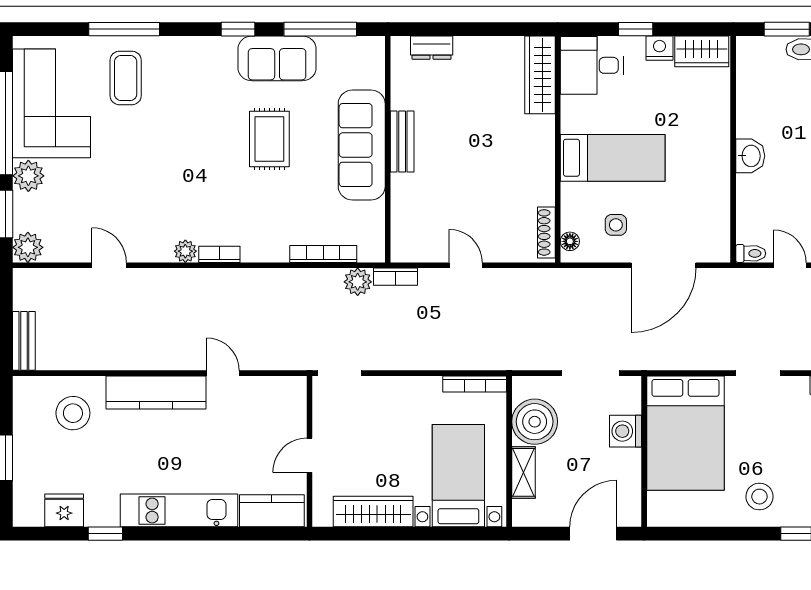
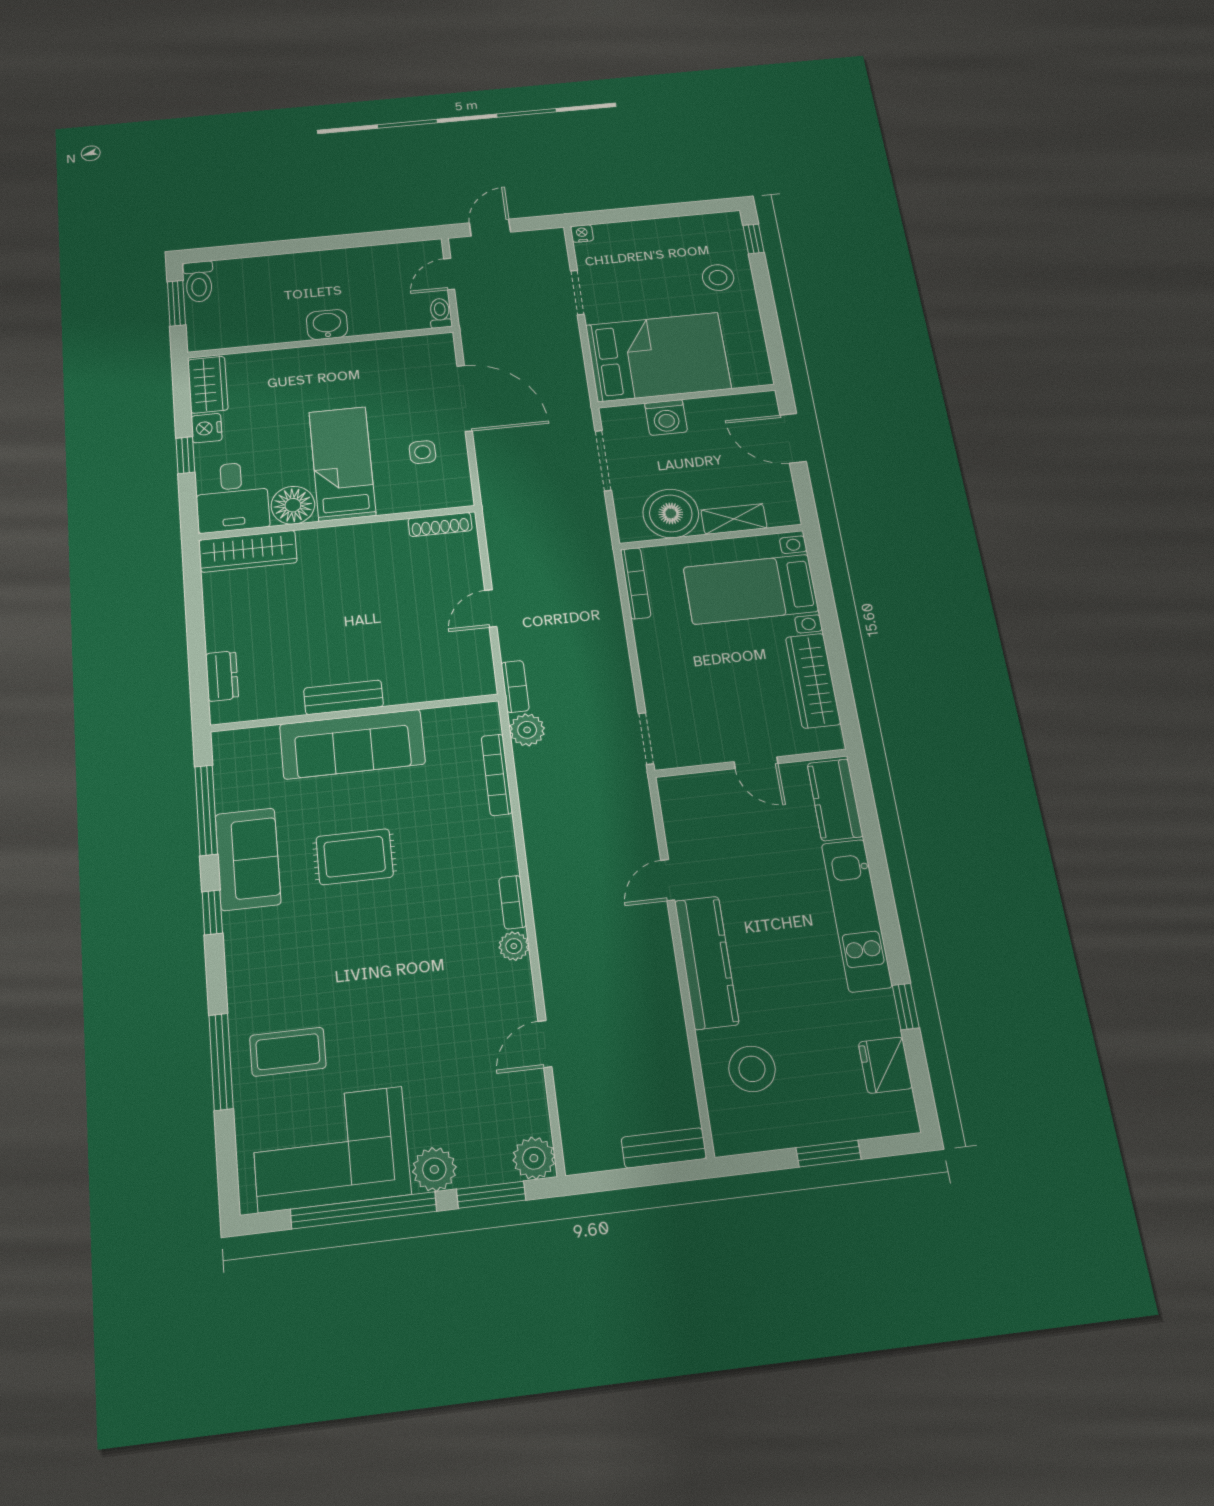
floor lamp: (570, 241) -> (293, 505), moved, width x1.89, depth x1.89

